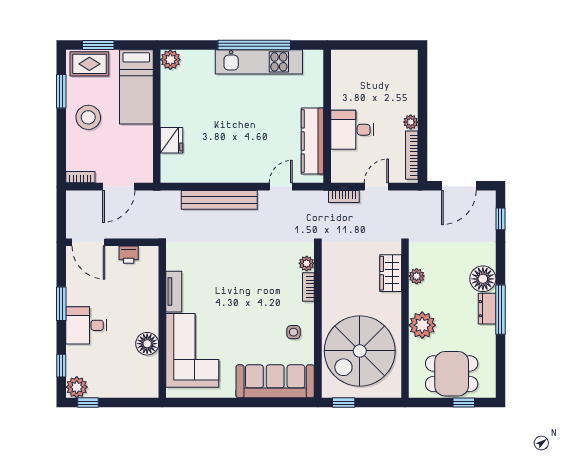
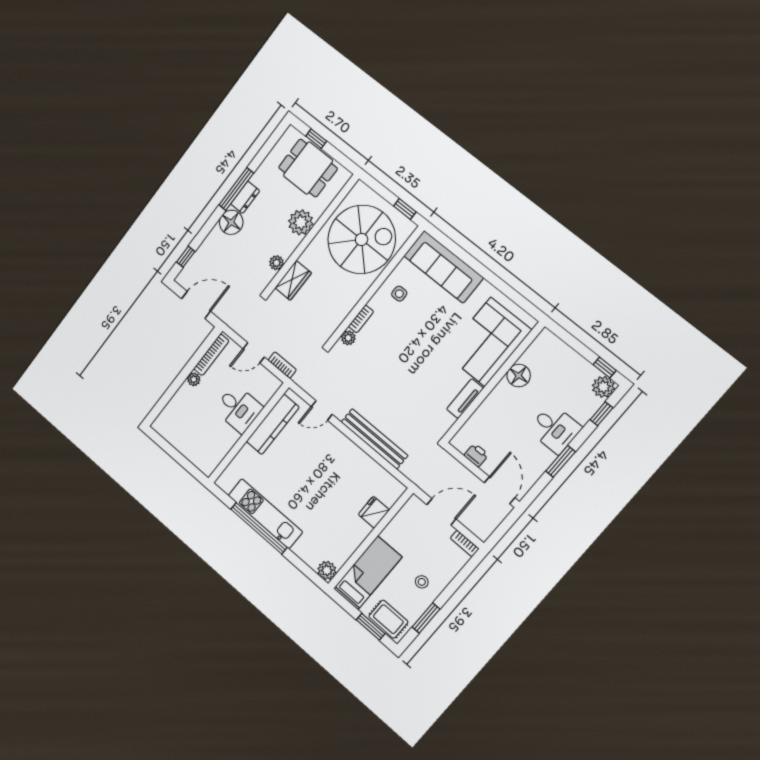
stool: (88, 117) -> (422, 582), width x0.53, depth x0.53

